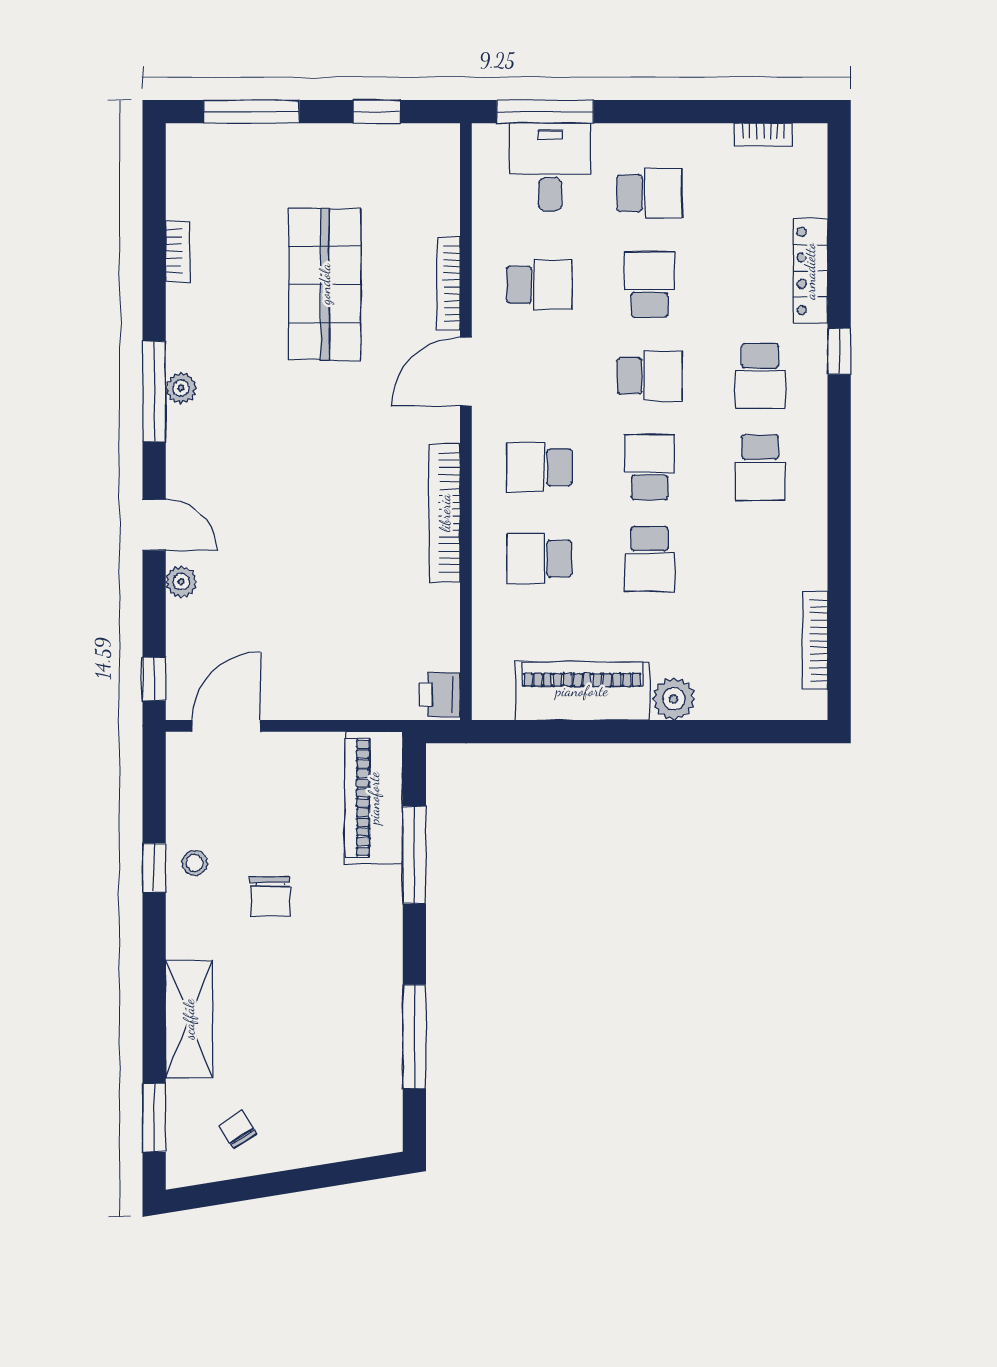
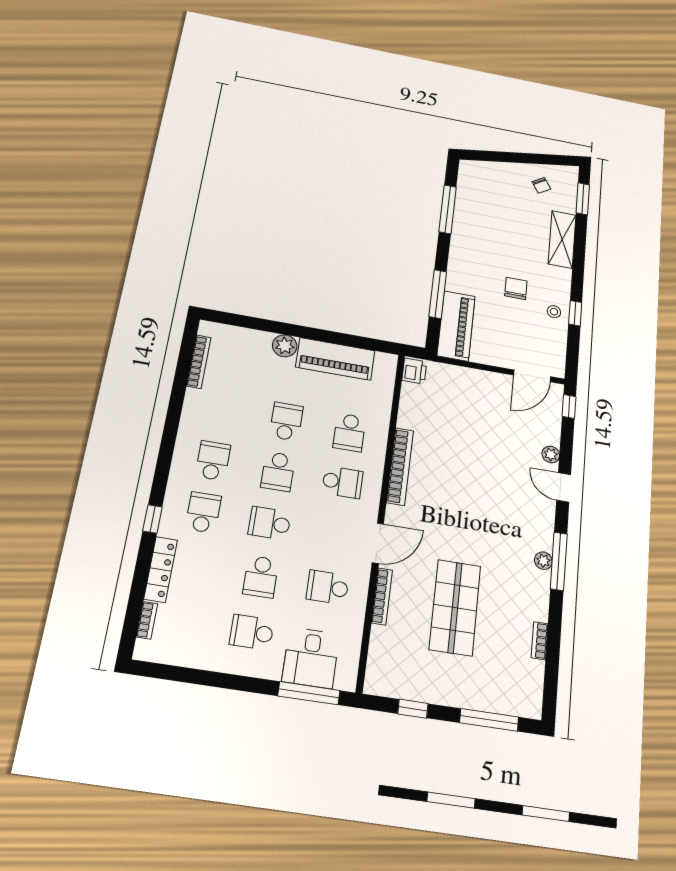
bookcase: (763, 135) -> (147, 620), moved, turned 90
school desk: (539, 559) -> (349, 432), turned 90

